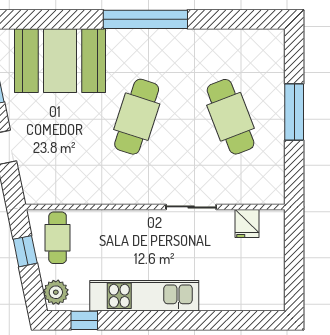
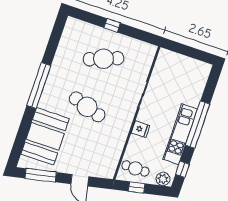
window: (294, 112) -> (112, 25), width x0.46
fridge: (247, 223) -> (141, 129), moved
window: (171, 320) -> (198, 125), added

